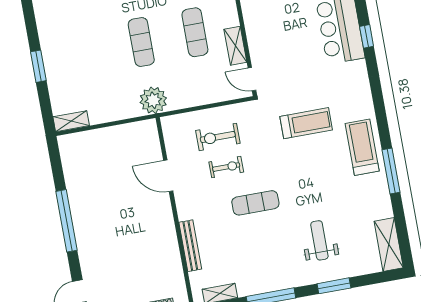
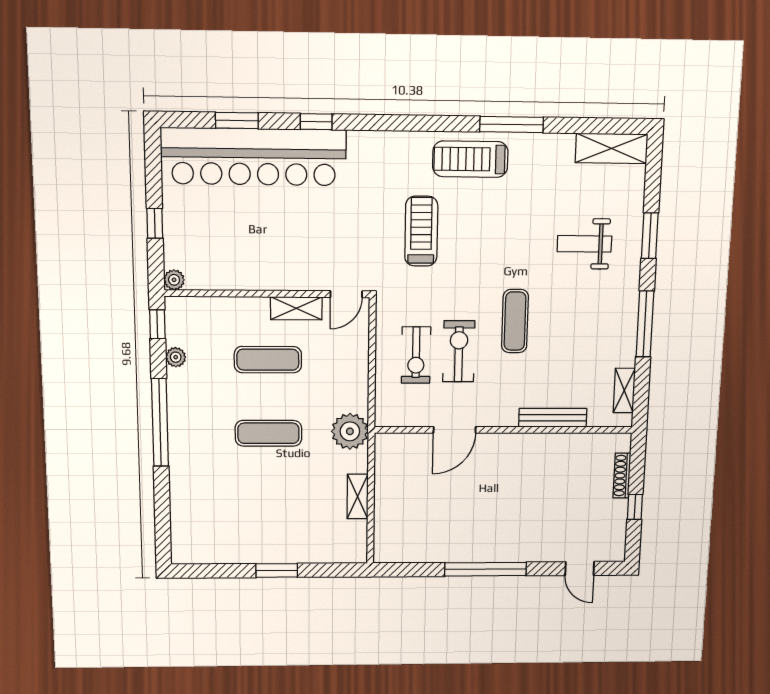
shelving: (71, 121) -> (358, 496), moved
exercise bike: (226, 167) -> (459, 351), width x1.38, depth x1.39

